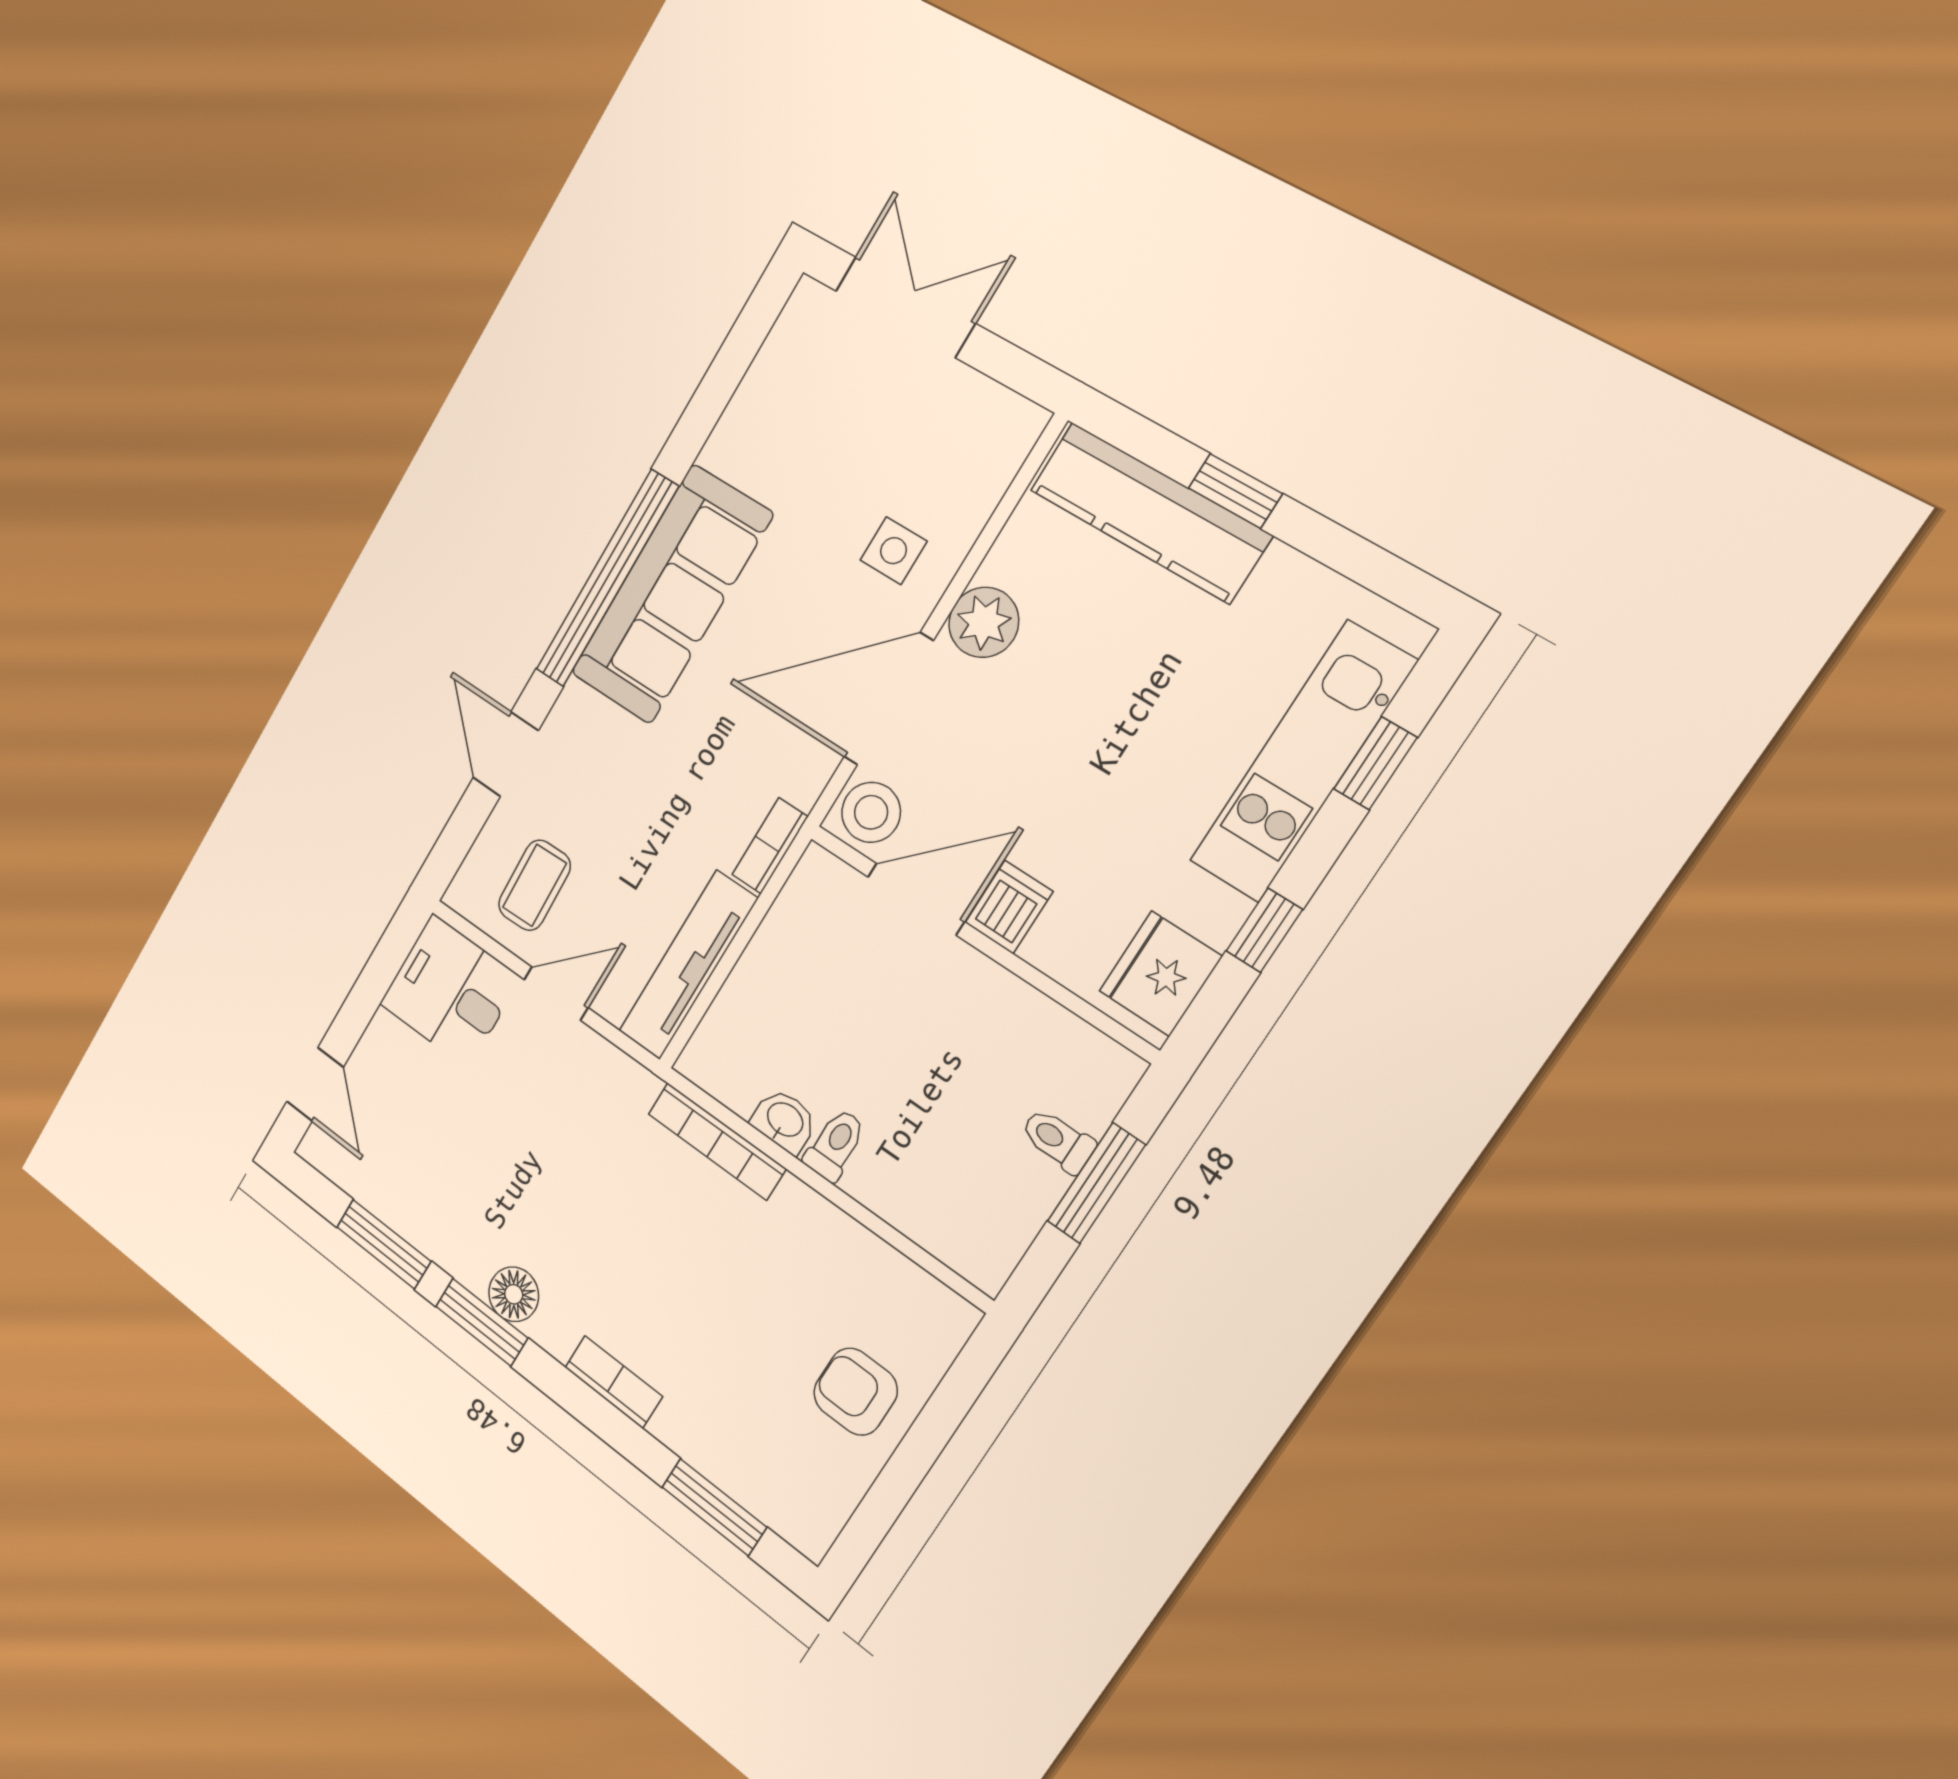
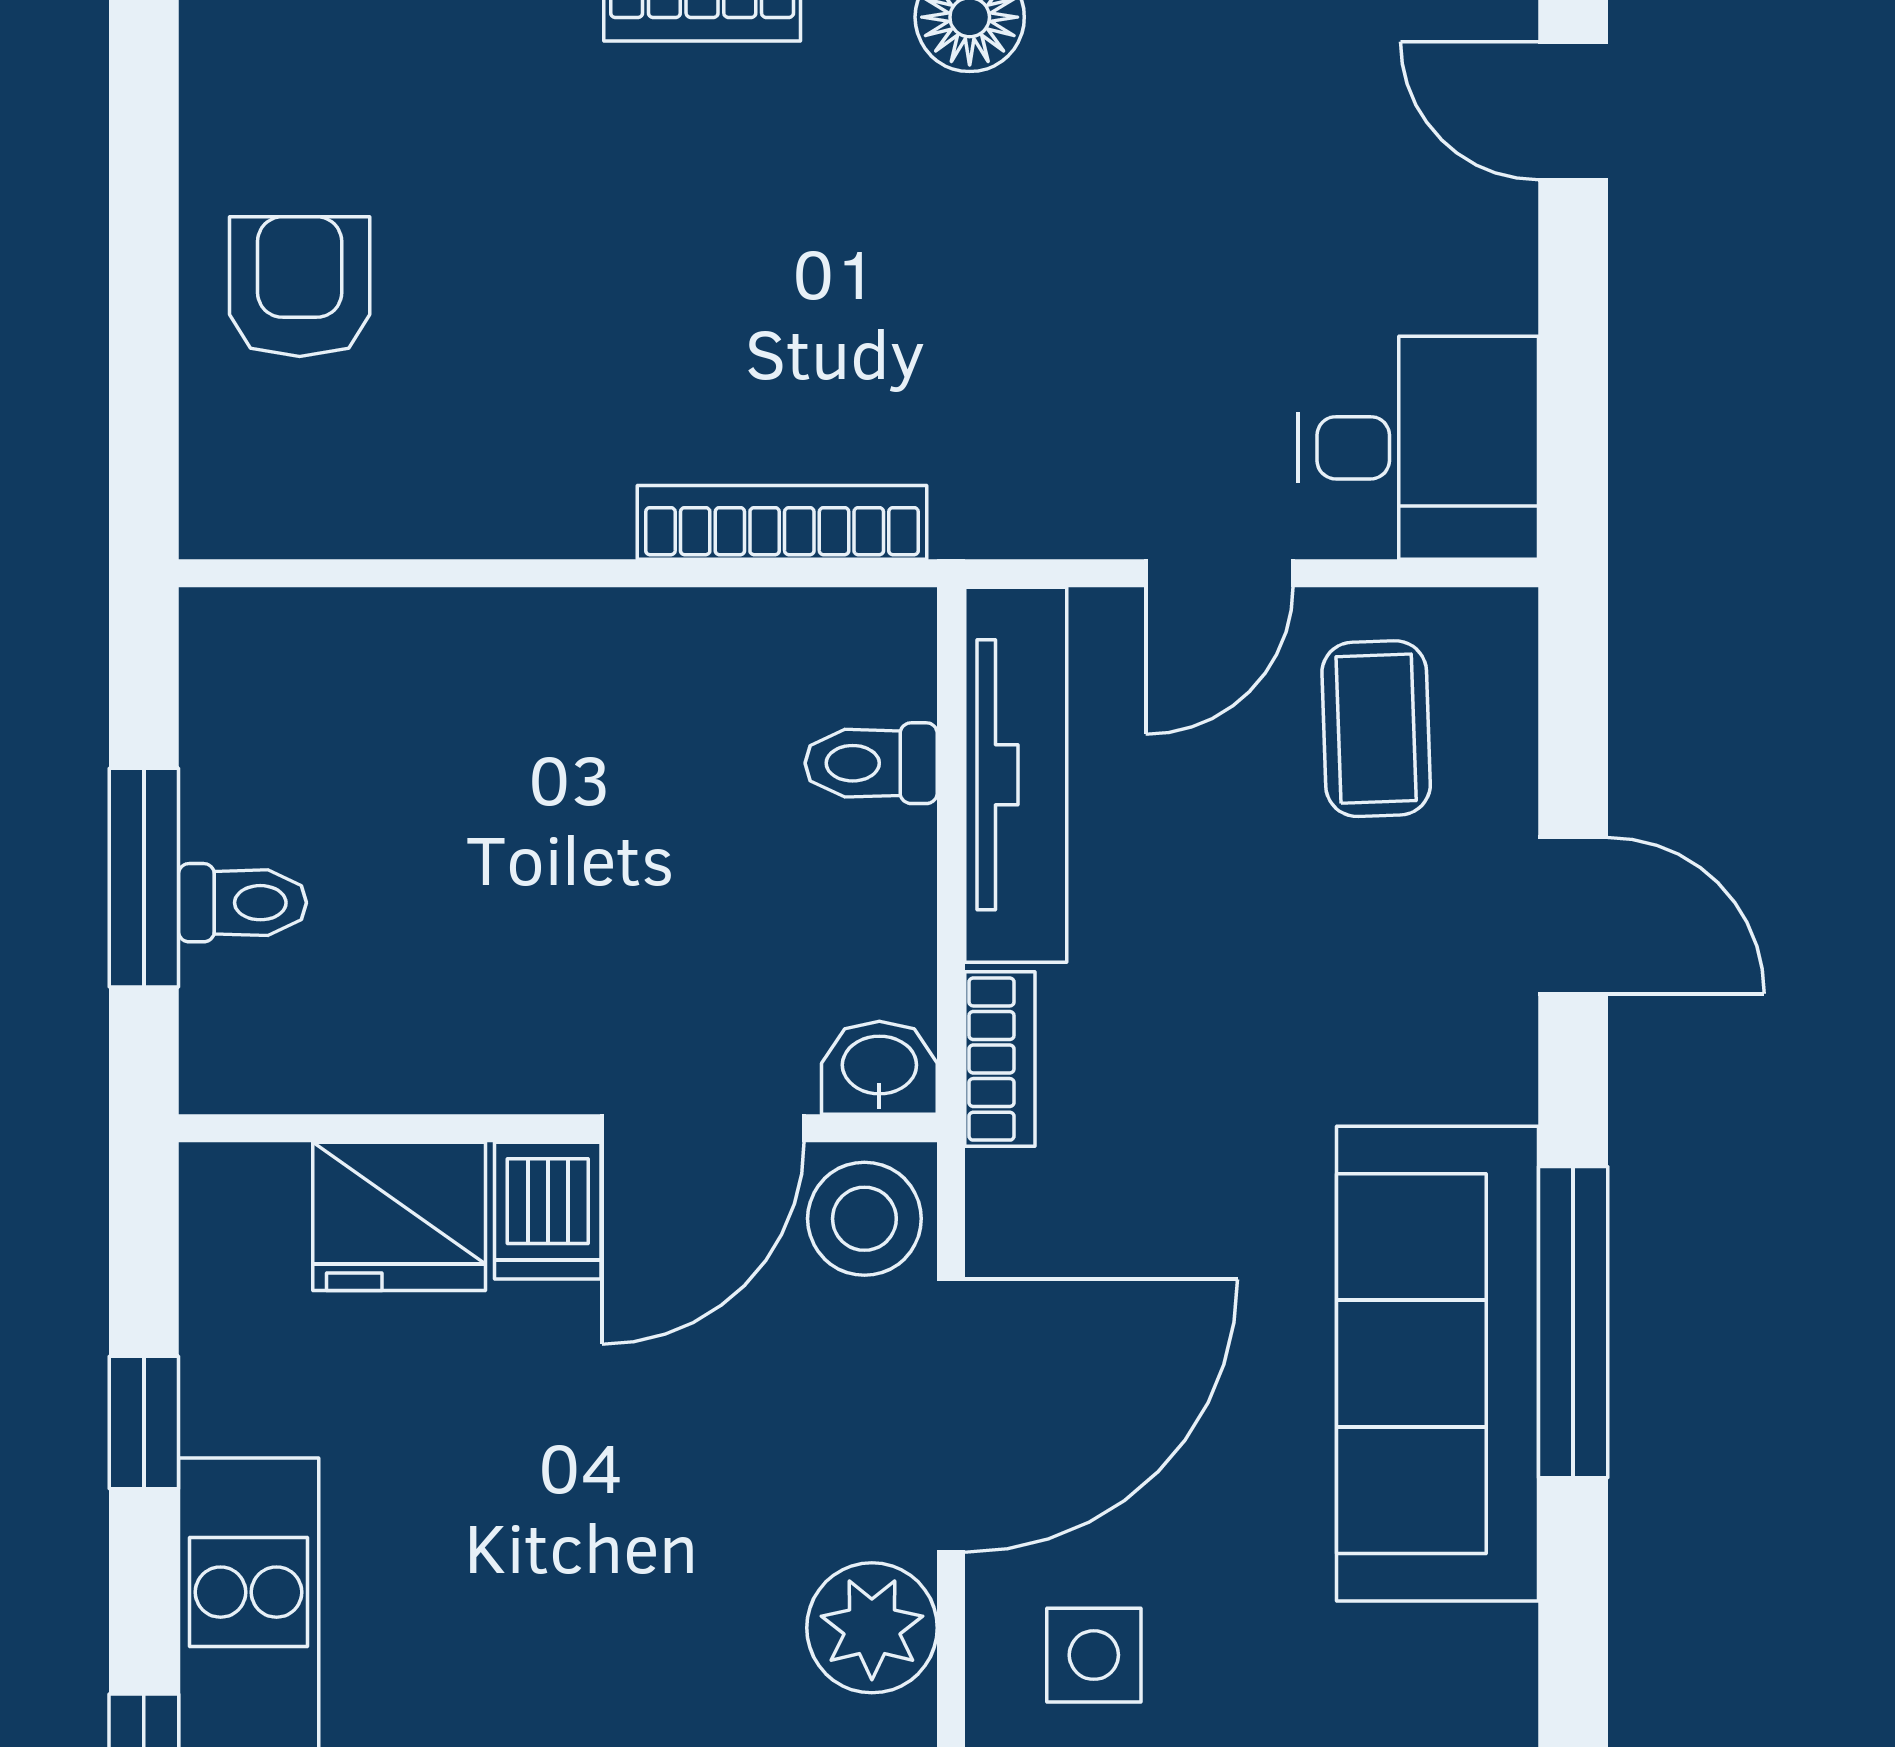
window: (607, 578) -> (1573, 1322), width x0.68
fridge: (1161, 974) -> (399, 1216), moved, turned 90
washbasin: (784, 1121) -> (879, 1068), moved, turned 180
toilet: (835, 1145) -> (871, 763), moved, turned 90
armchair: (855, 1392) -> (300, 287), turned -90

